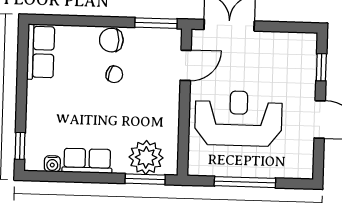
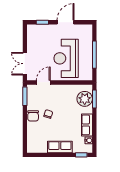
row of seats: (41, 52) -> (60, 147), moved
door: (186, 65) -> (43, 82), hinge flipped

